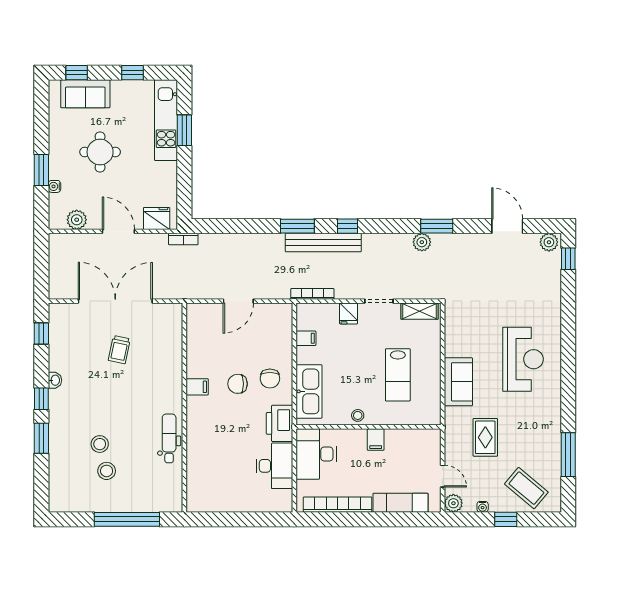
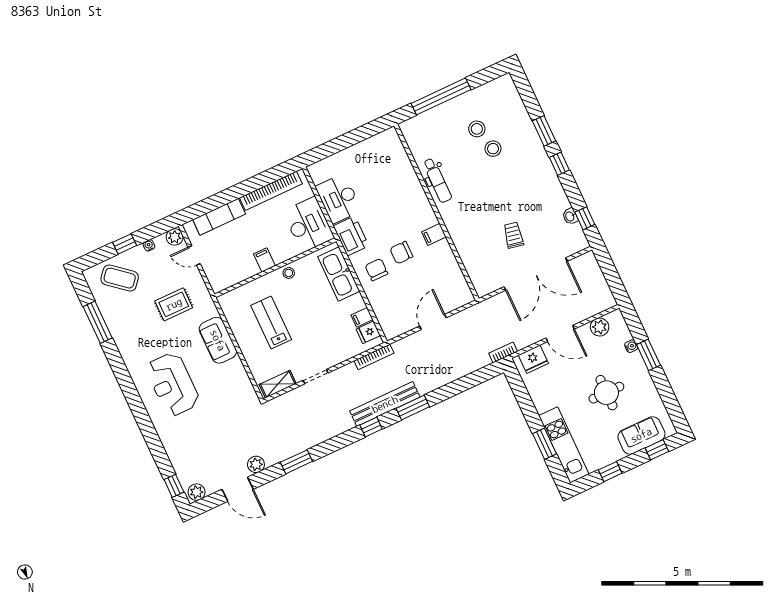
plant: (422, 242) -> (256, 464), moved
fridge: (349, 313) -> (368, 332), moved, turned -90
washbasin: (55, 380) -> (570, 216), moved
chair: (238, 384) -> (401, 253), turned 180
rug: (485, 437) -> (174, 304), turned 90

